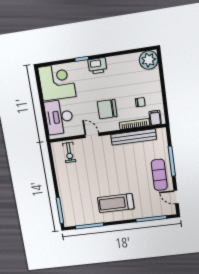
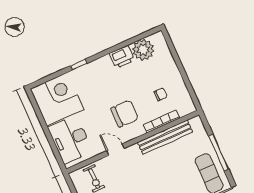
plant: (149, 60) -> (143, 50), moved
printer: (97, 66) -> (122, 57), moved
chair: (107, 109) -> (125, 113), turned 180
filing cabinet: (155, 118) -> (183, 107), removed

